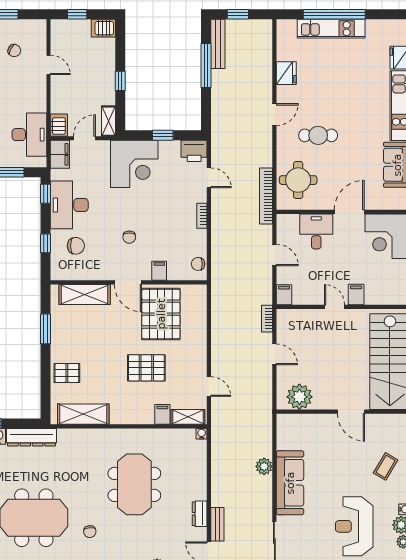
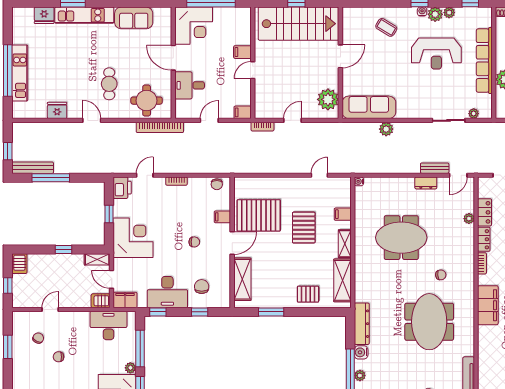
pallet: (67, 373) -> (308, 294), turned 90
shelving: (188, 417) -> (345, 244), moved
sofa: (290, 483) -> (369, 107), moved

